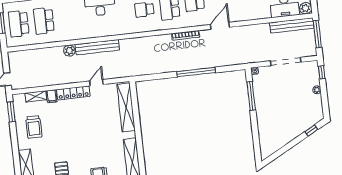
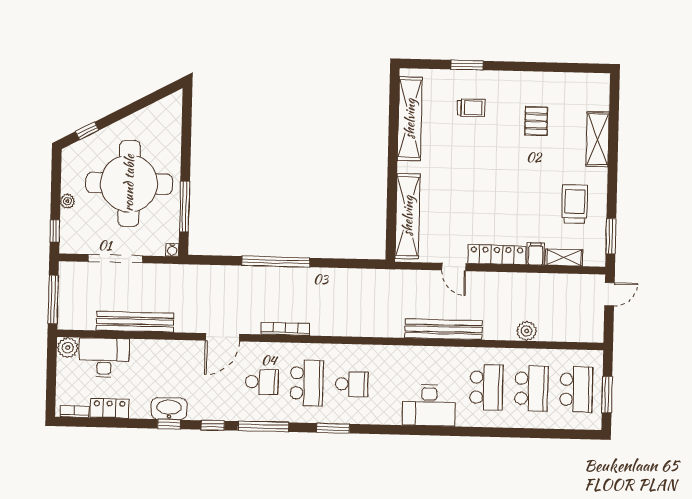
school desk: (69, 18) -> (486, 387), added
bench: (292, 25) -> (135, 322), moved
plant: (69, 51) -> (527, 331), moved
door: (96, 83) -> (454, 267), hinge flipped
round table: (284, 104) -> (129, 183), added

